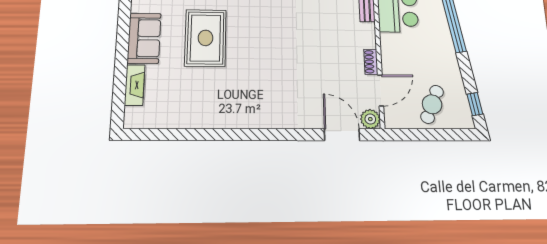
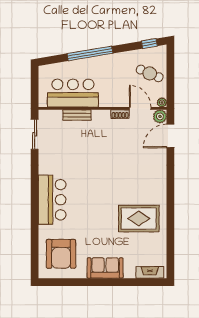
rug: (205, 38) -> (139, 219), moved
fireplace: (135, 85) -> (150, 272), moved
plant: (391, 122) -> (162, 102), added

